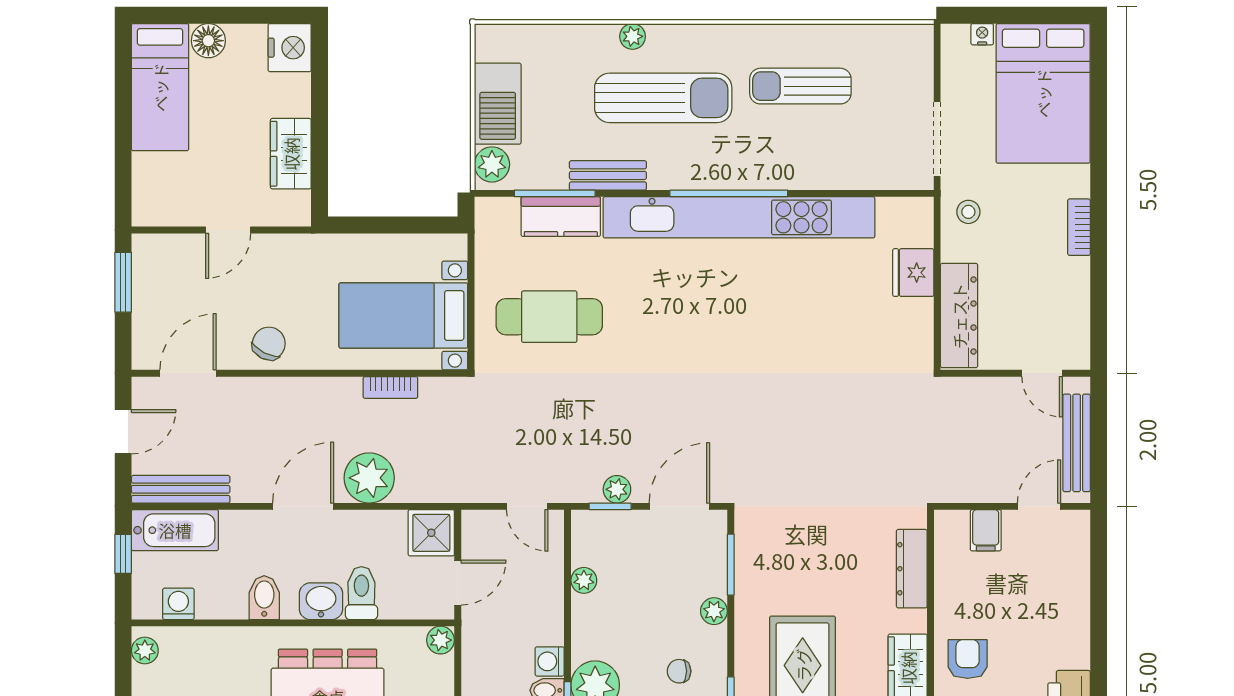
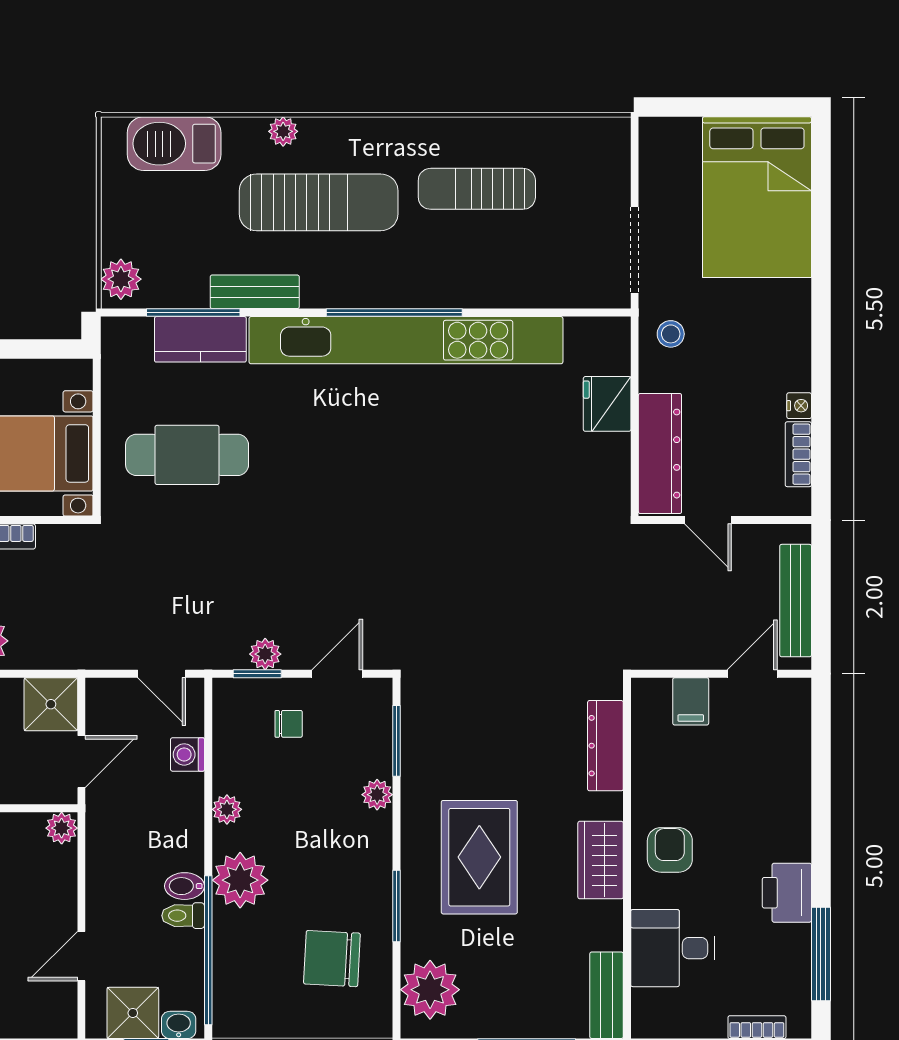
nightstand: (982, 34) -> (799, 406), moved, turned 90
barbecue: (498, 104) -> (174, 144), moved, turned 90
bookcase: (1079, 227) -> (798, 454), moved
door: (1042, 373) -> (708, 520), moved
door: (679, 506) -> (337, 674), width x0.73
plant: (584, 580) -> (227, 809), moved
washing machine: (550, 661) -> (187, 754), moved
chair: (679, 671) -> (289, 724), moved, turned 180

